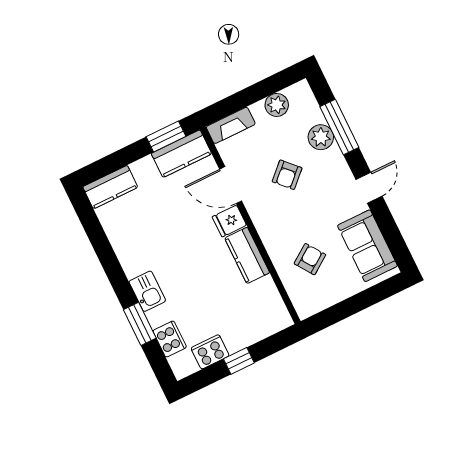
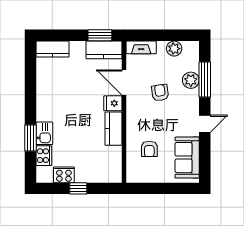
armchair: (287, 175) -> (160, 93), turned 126
armchair: (310, 259) -> (149, 149), turned 125
kitchen sink: (147, 291) -> (44, 133), moved

